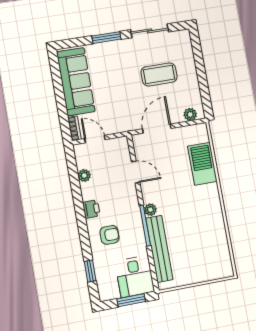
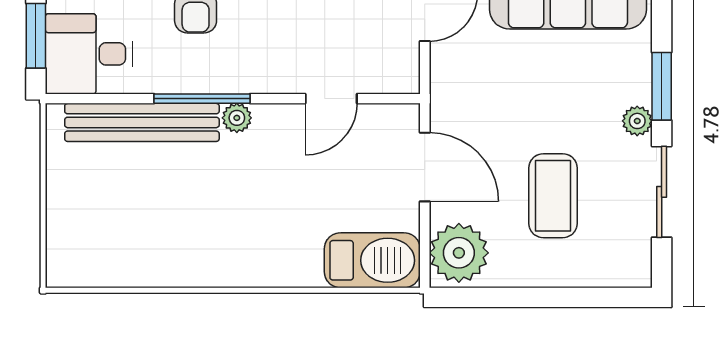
plant: (122, 45) -> (637, 121), added
plant: (190, 114) -> (459, 253), width x1.88, depth x1.88
barbecue: (202, 164) -> (372, 260), moved

